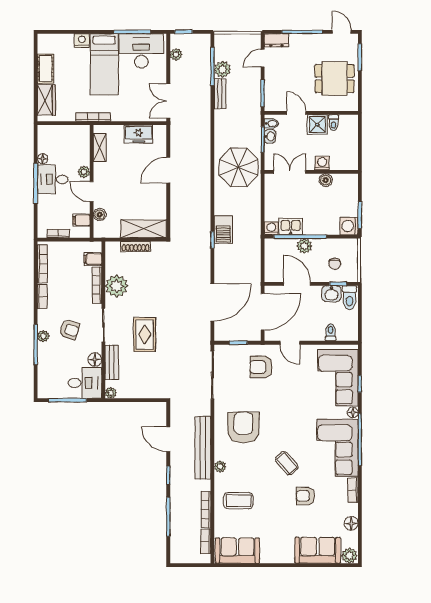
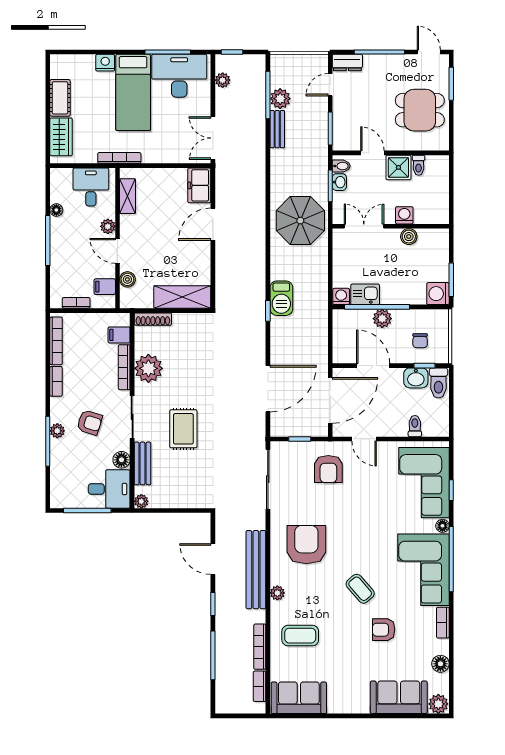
freezer: (139, 134) -> (199, 185), moved, turned 90
desk: (53, 179) -> (91, 187), moved, turned 90
shoe rack: (136, 246) -> (153, 319), moved
armchair: (261, 367) -> (328, 469), turned -90

